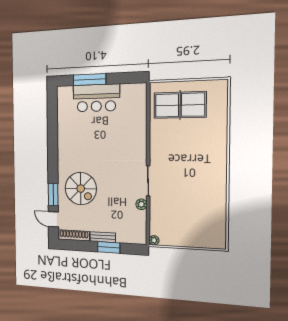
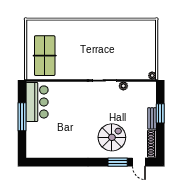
window: (89, 80) -> (22, 117), moved
bar counter: (96, 98) -> (37, 102), moved
door: (53, 219) -> (139, 162), hinge flipped

